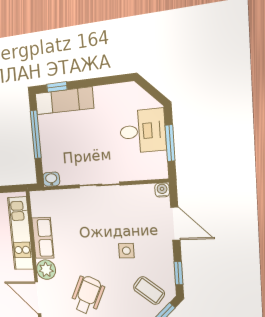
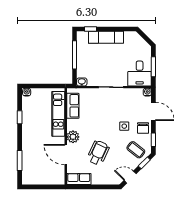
exam couch: (64, 101) -> (106, 37), moved
desk: (143, 131) -> (140, 73), moved, turned 90
row of seats: (43, 238) -> (73, 106), moved
chair: (159, 253) -> (143, 128), added

